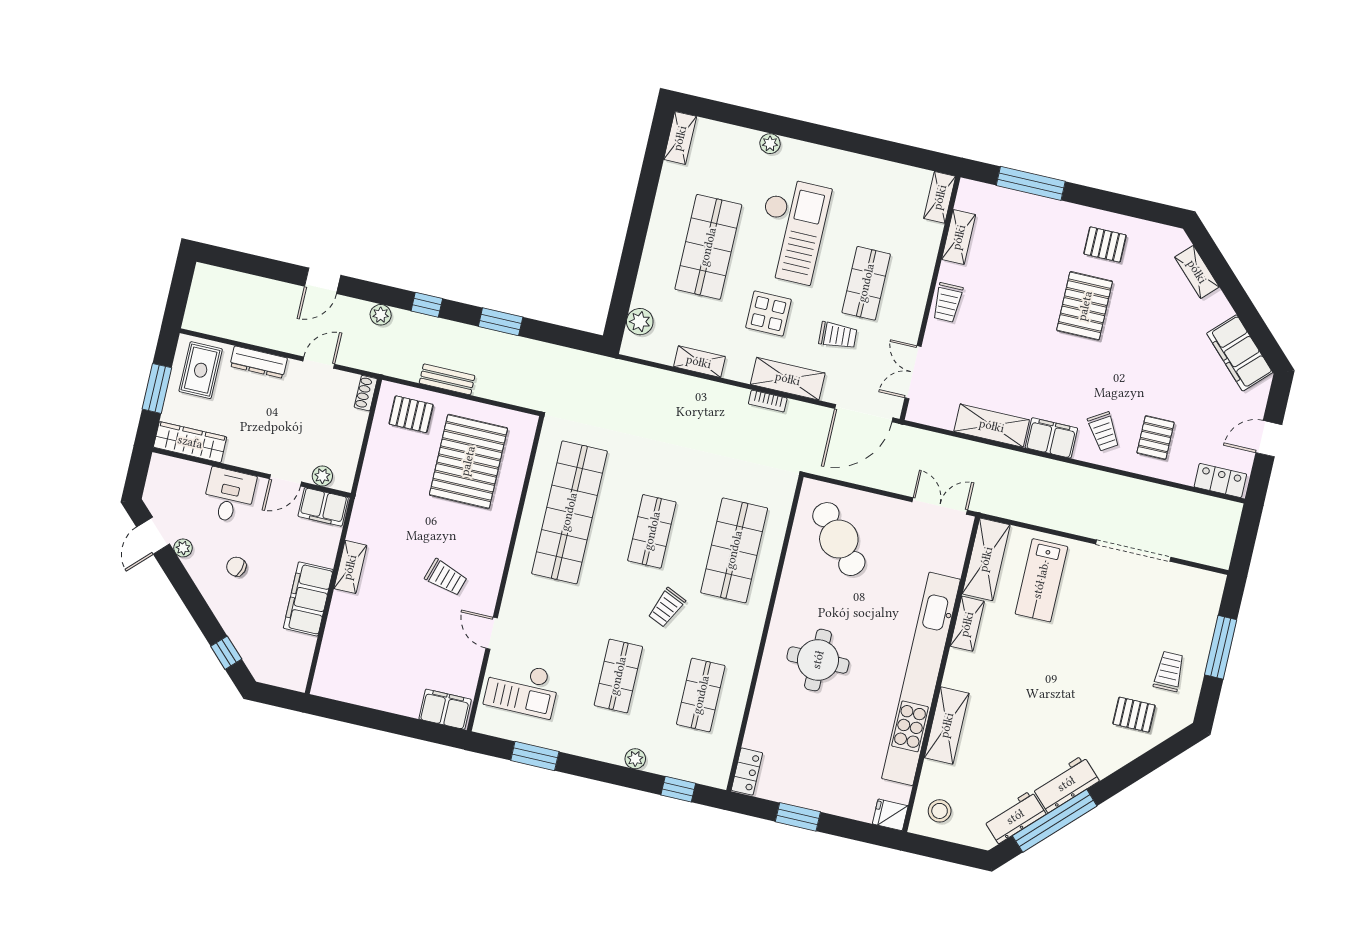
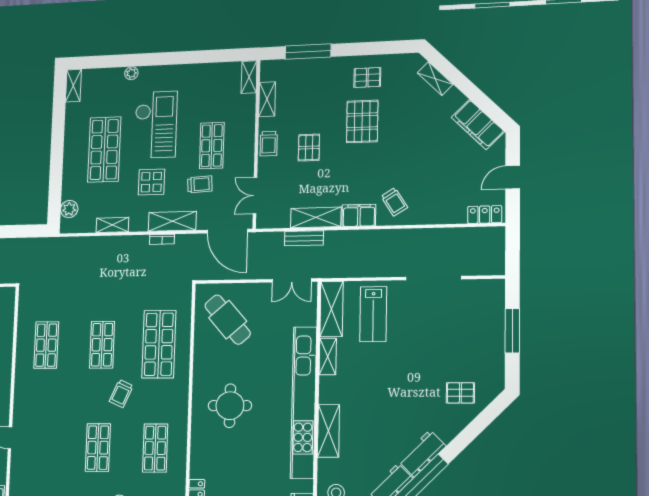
door: (864, 413) -> (227, 231), hinge flipped
pallet: (1156, 438) -> (309, 148), moved
bench: (969, 451) -> (304, 238), added
double door: (940, 506) -> (292, 280), swing flipped
shop shelf: (569, 512) -> (46, 345), width x0.50, depth x0.74
trolley: (1169, 671) -> (479, 356), removed
checkout: (522, 688) -> (36, 471), removed

